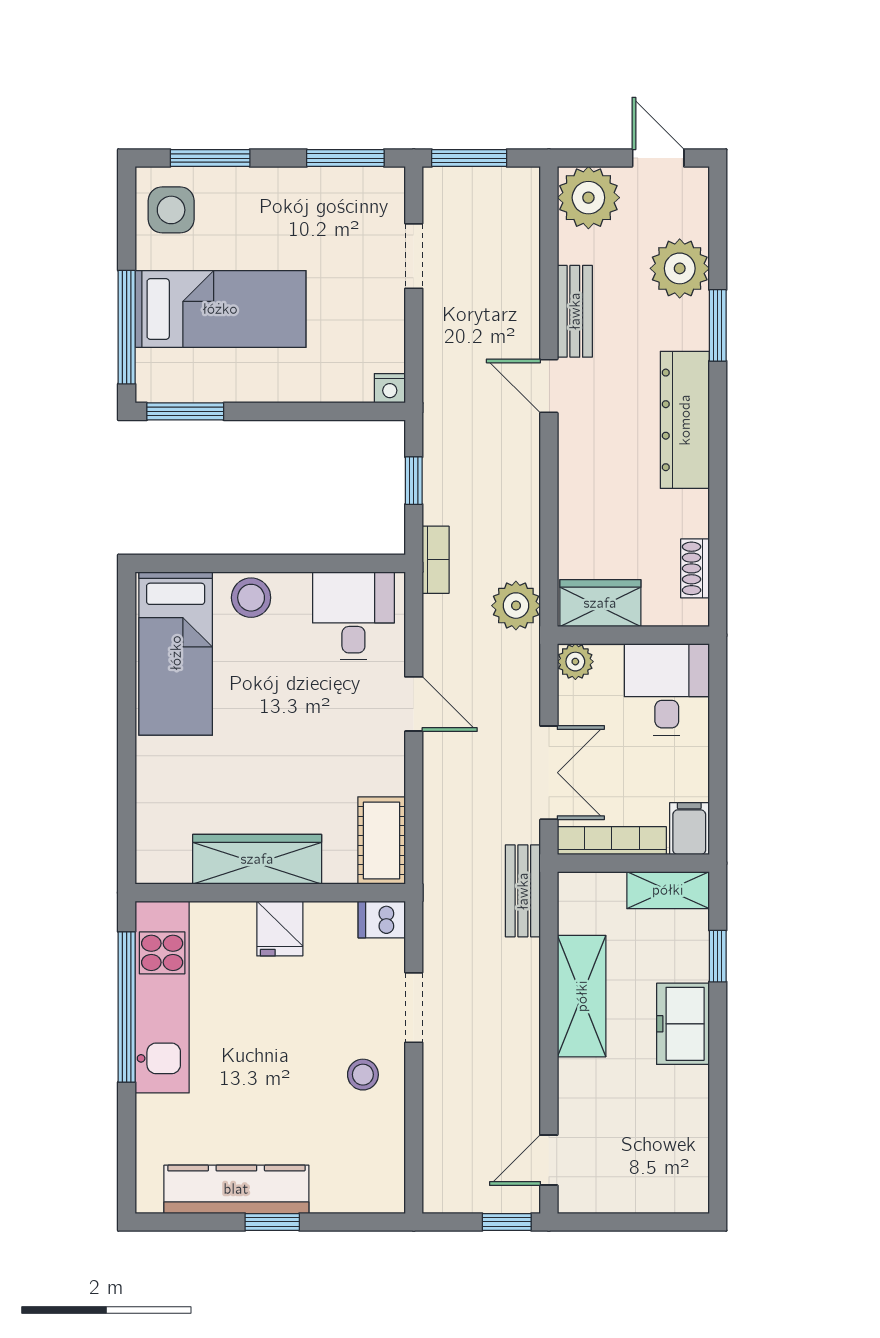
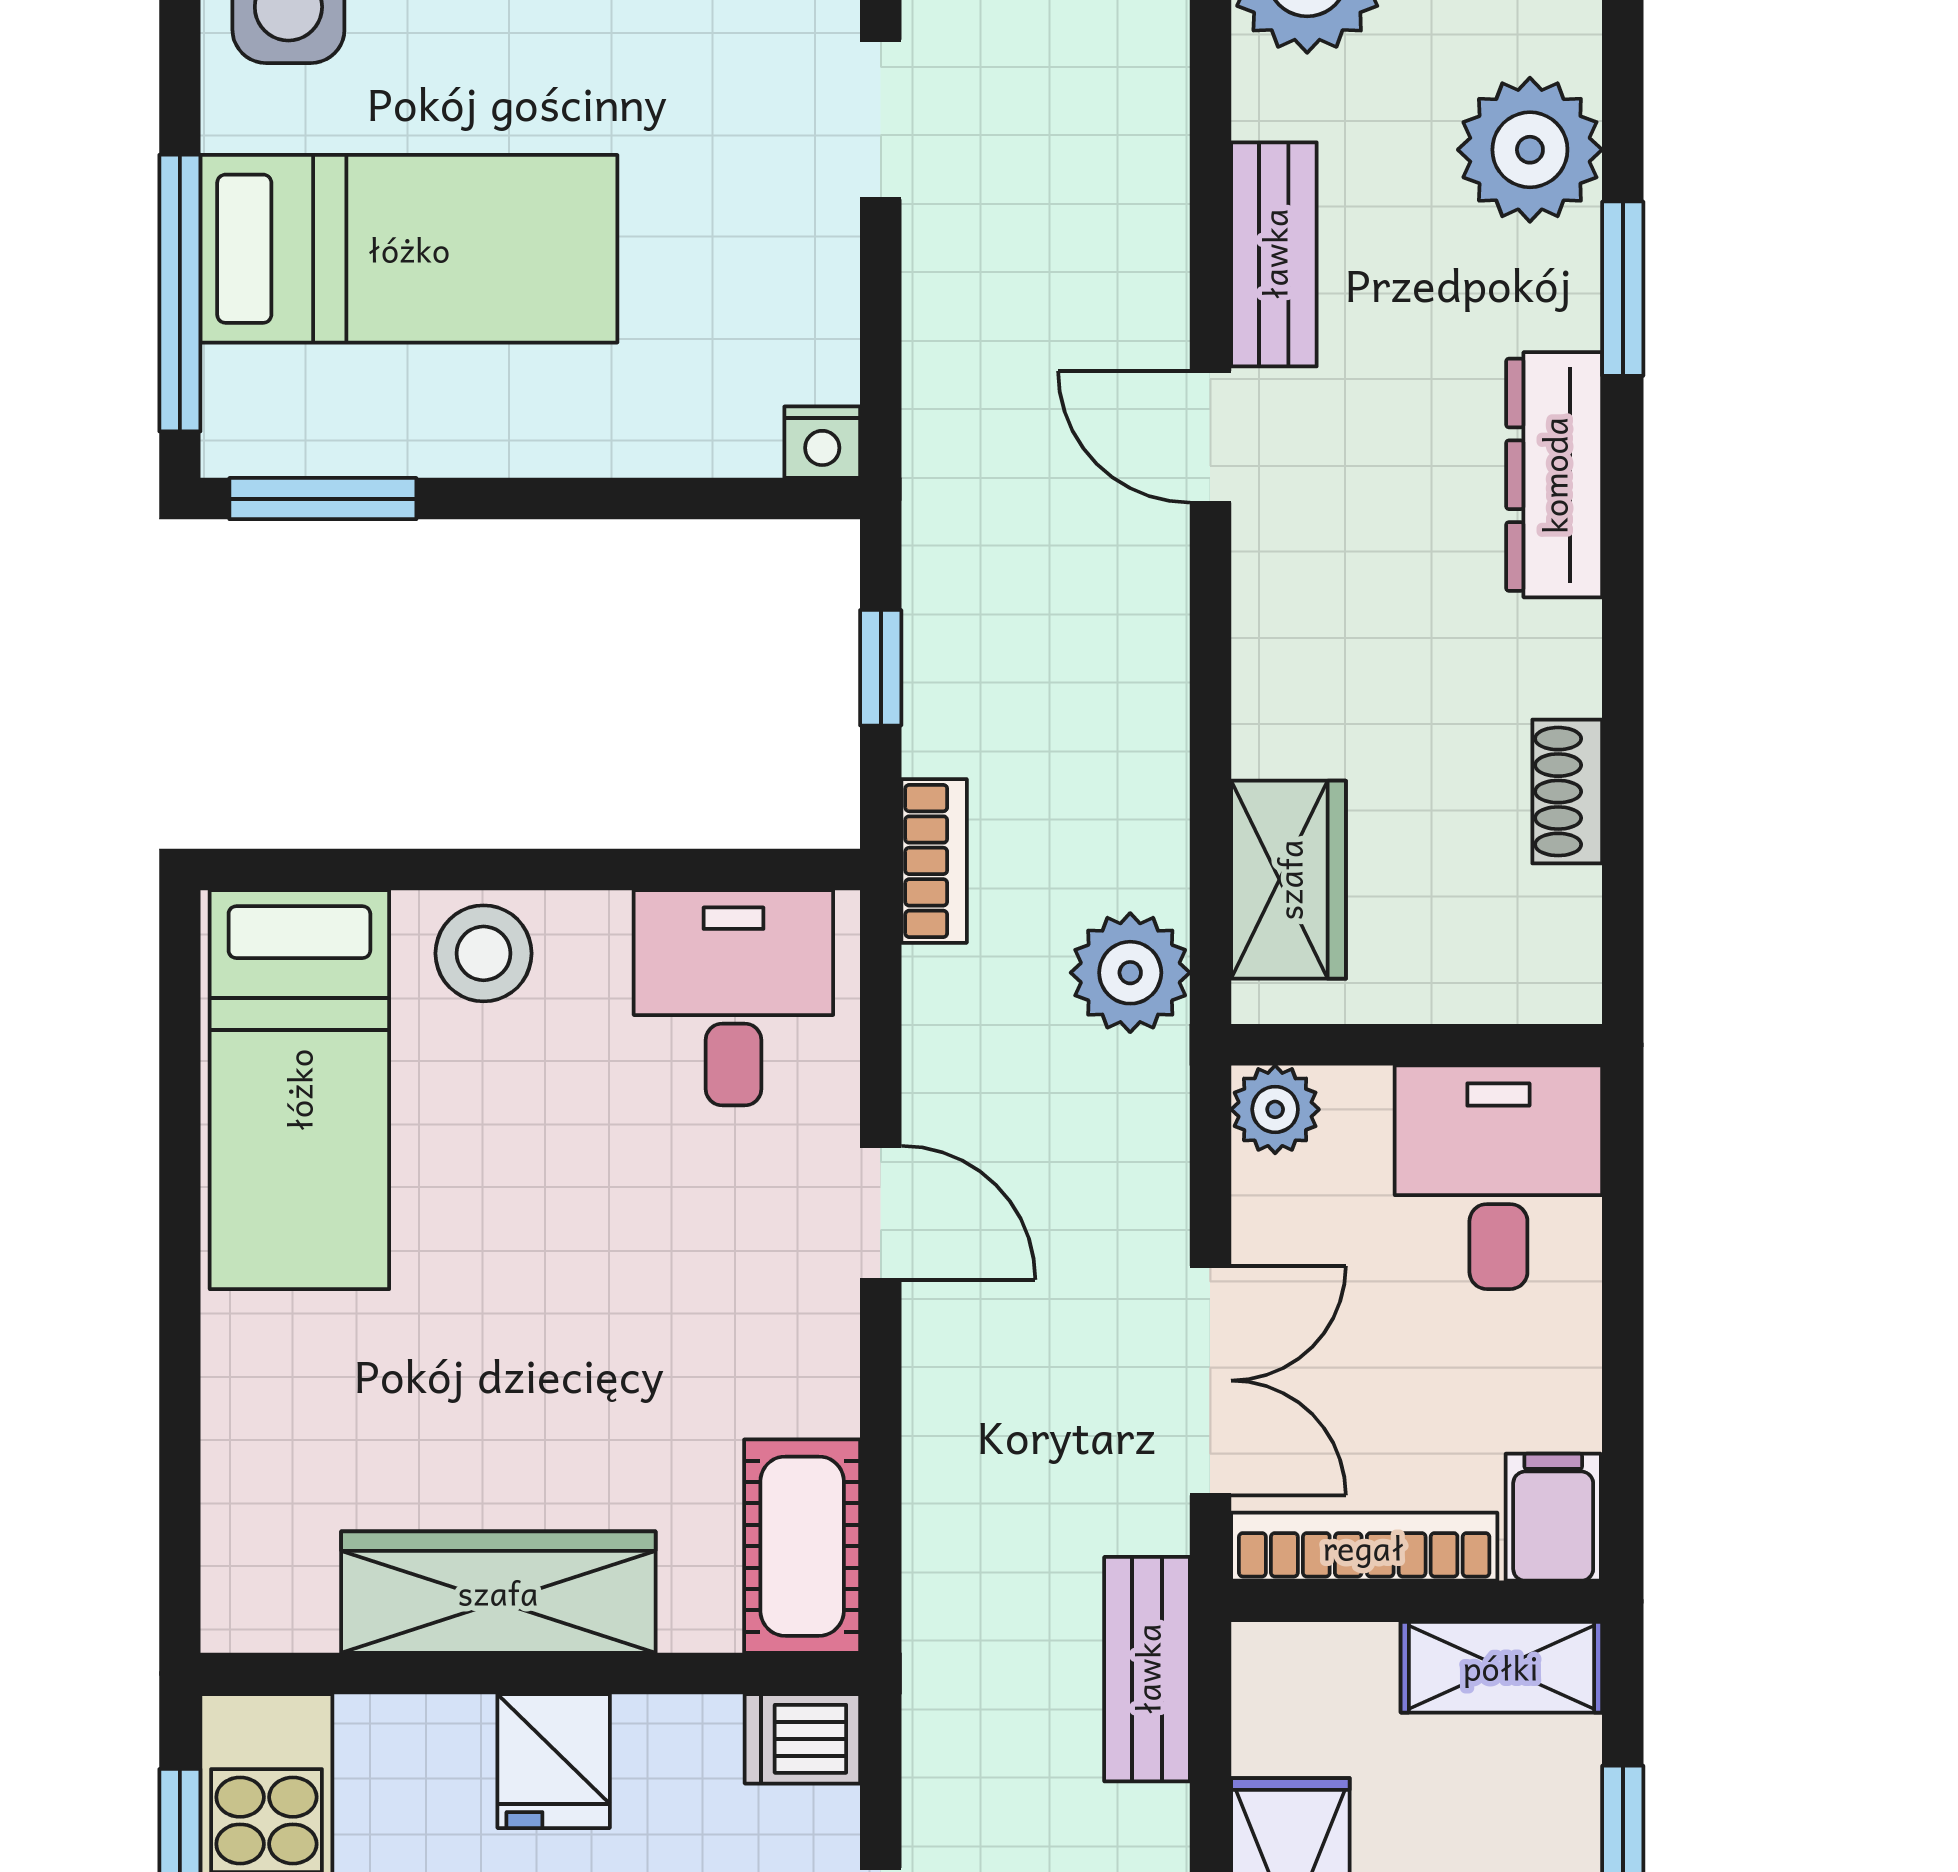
dresser: (685, 420) -> (1554, 475), width x0.73, depth x0.80
shoe rack: (695, 568) -> (1567, 792), moved
wardrobe: (600, 603) -> (1289, 880), moved, turned 90

